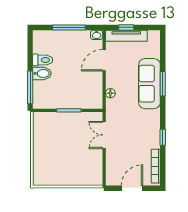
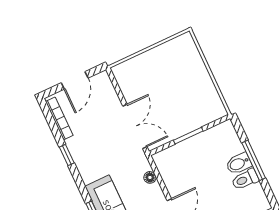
window: (30, 87) -> (254, 160), moved
double door: (104, 135) -> (135, 126), width x1.37

